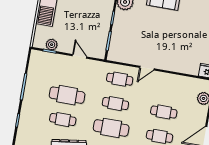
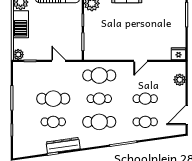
plant: (52, 45) -> (18, 55), moved
door: (147, 68) -> (140, 61), moved
cafe table: (120, 79) -> (99, 75), width x1.37, depth x1.35

